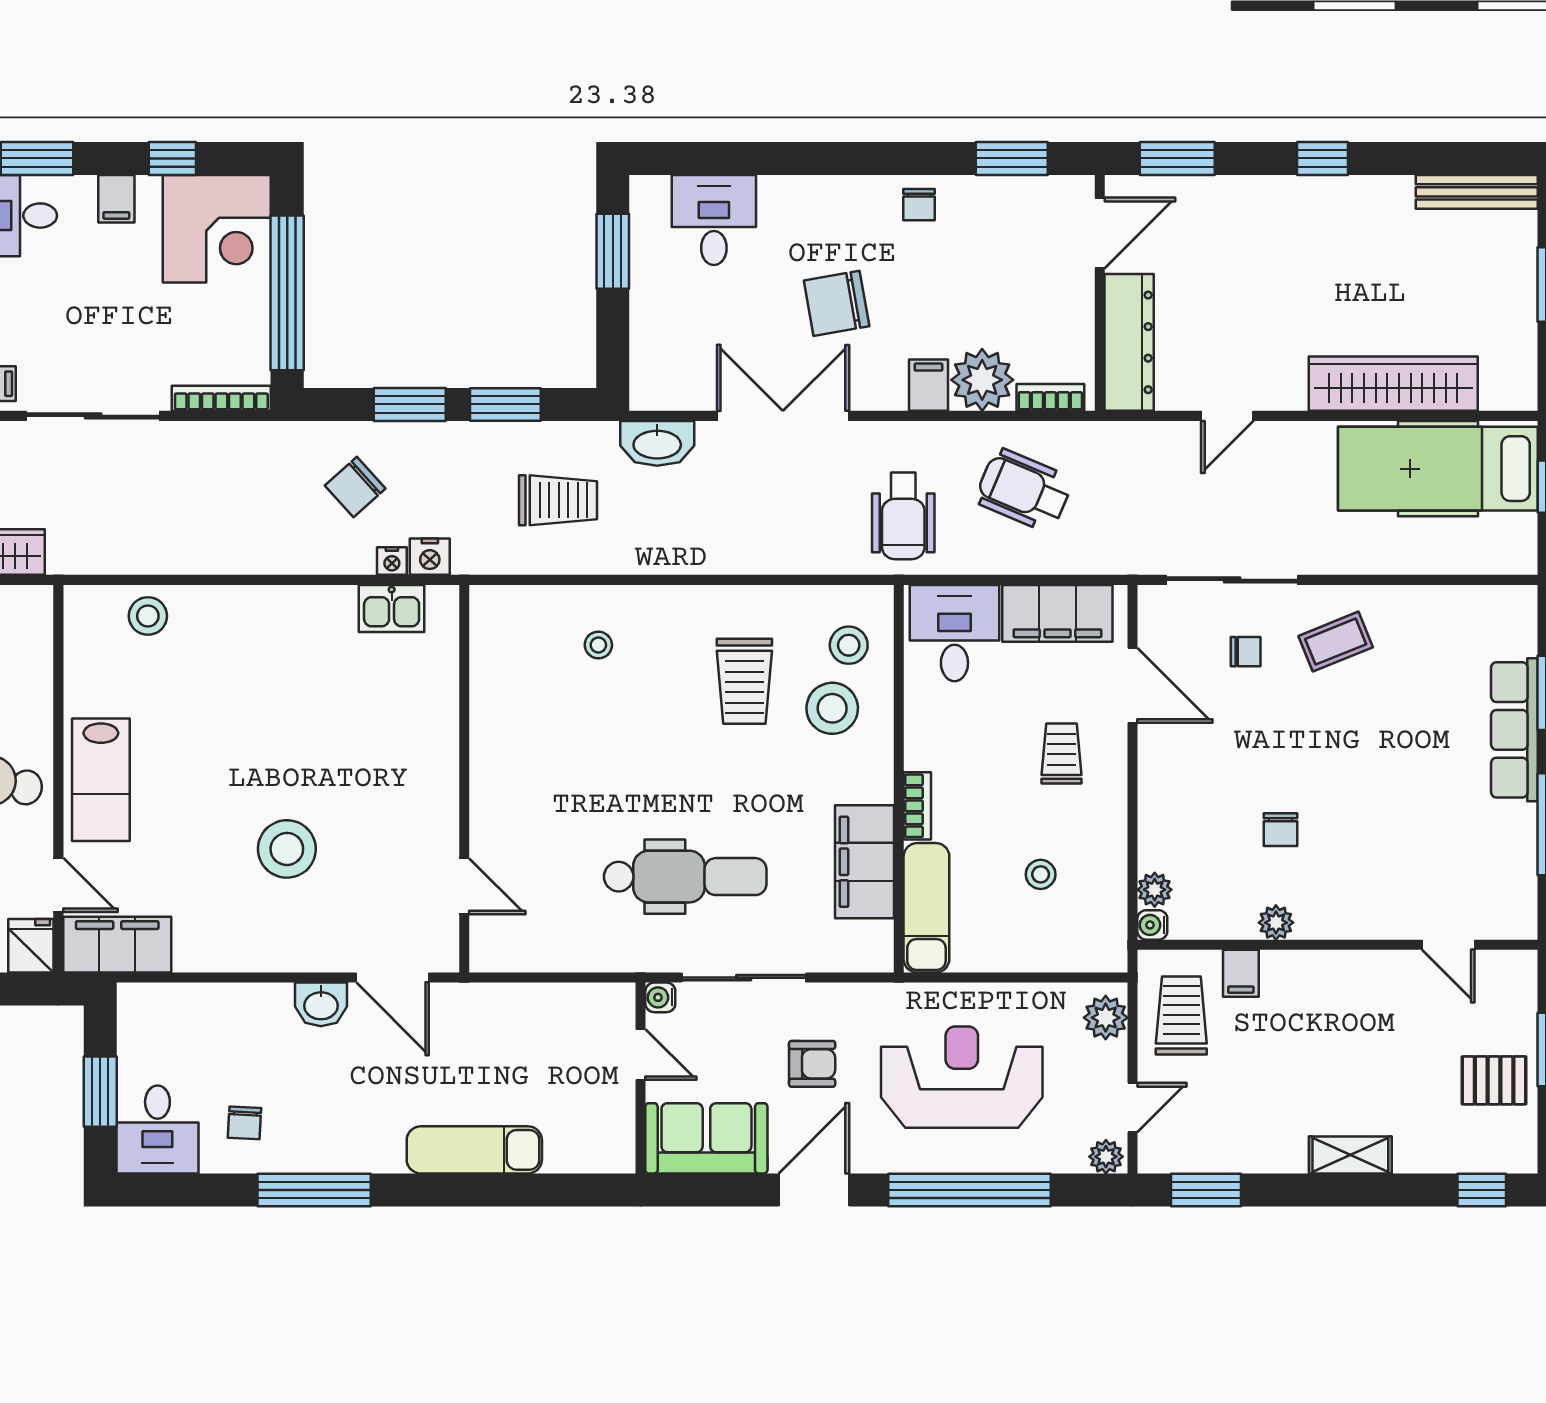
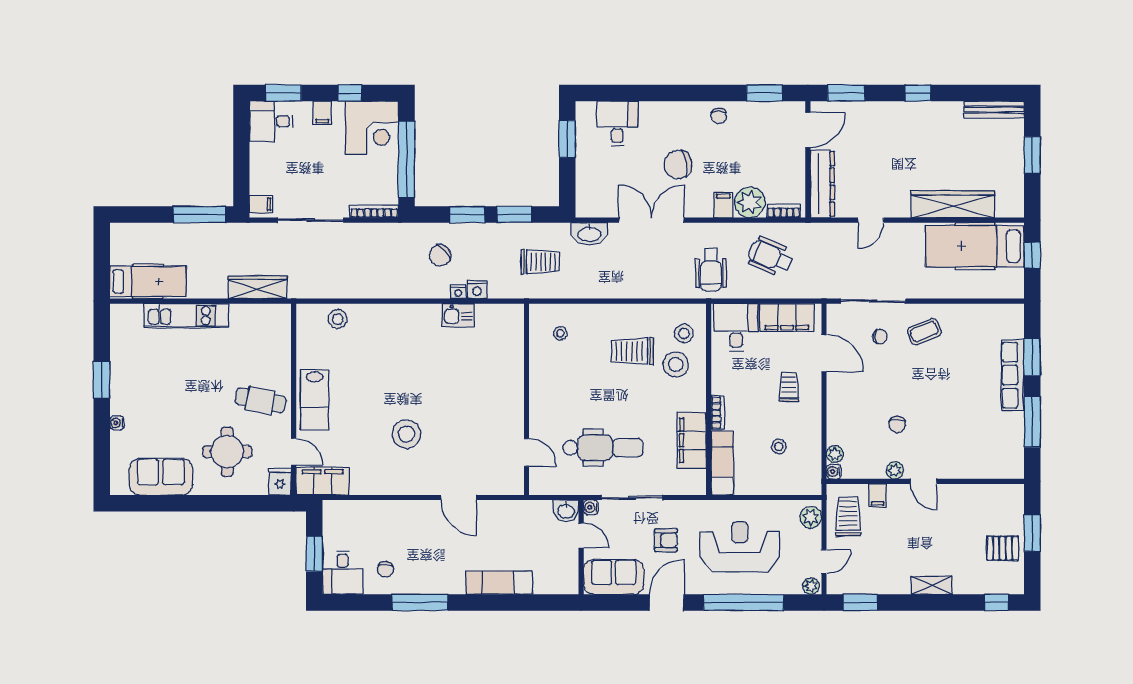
trolley: (744, 681) -> (632, 351), turned 90
wall: (464, 779) -> (526, 399), moved
door: (464, 886) -> (526, 452), moved
door: (1448, 945) -> (924, 481), moved
washbasin: (321, 1004) -> (566, 511), moved

